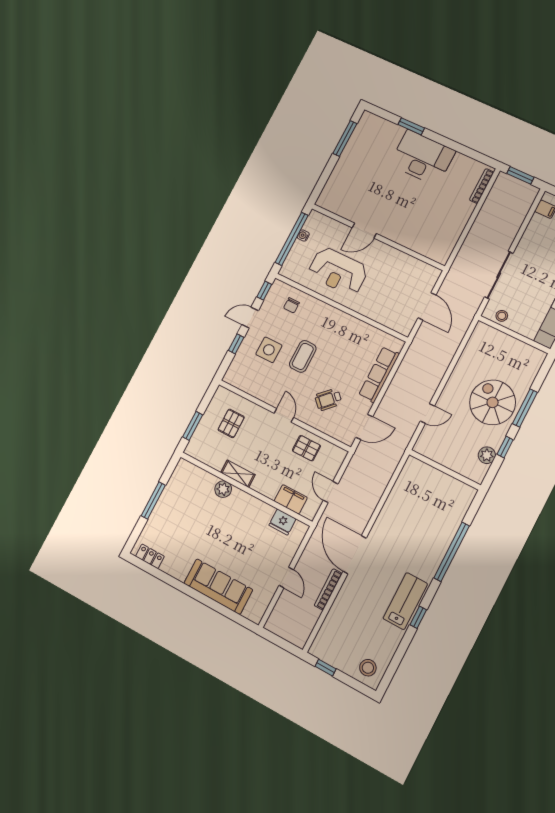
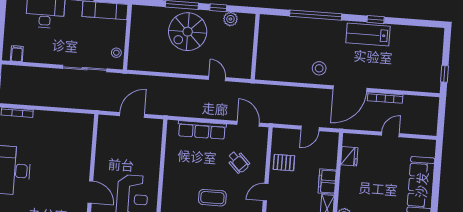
pallet: (306, 448) -> (284, 163), turned 90
filing cabinet: (291, 499) -> (327, 182), moved
stool: (368, 668) -> (319, 68), moved

